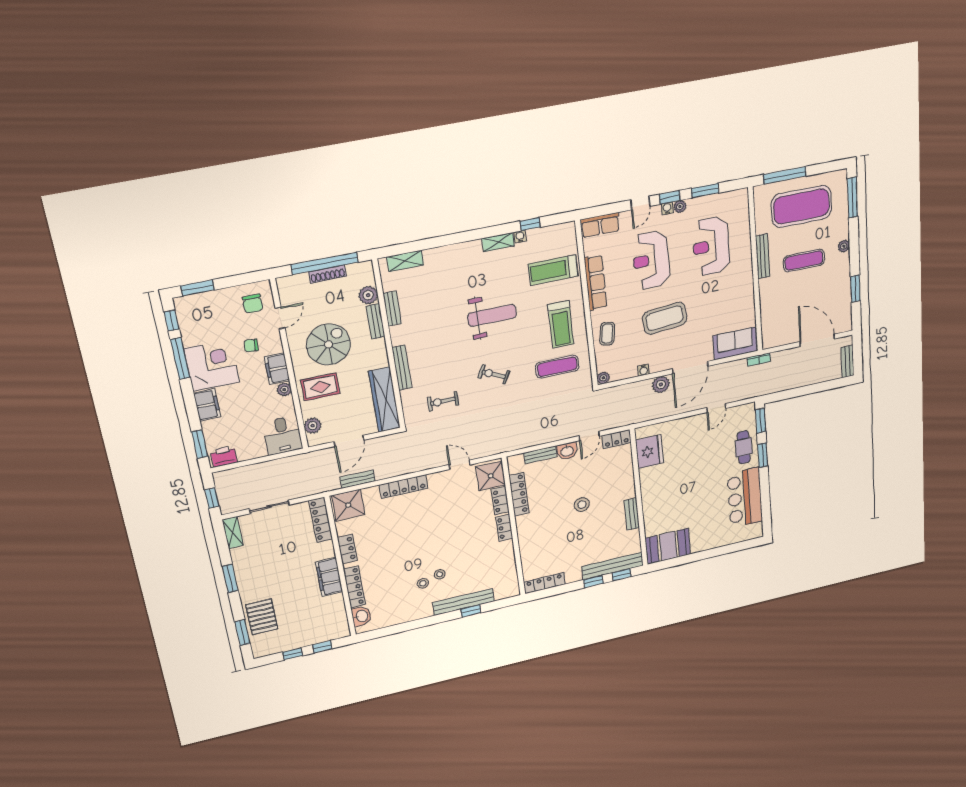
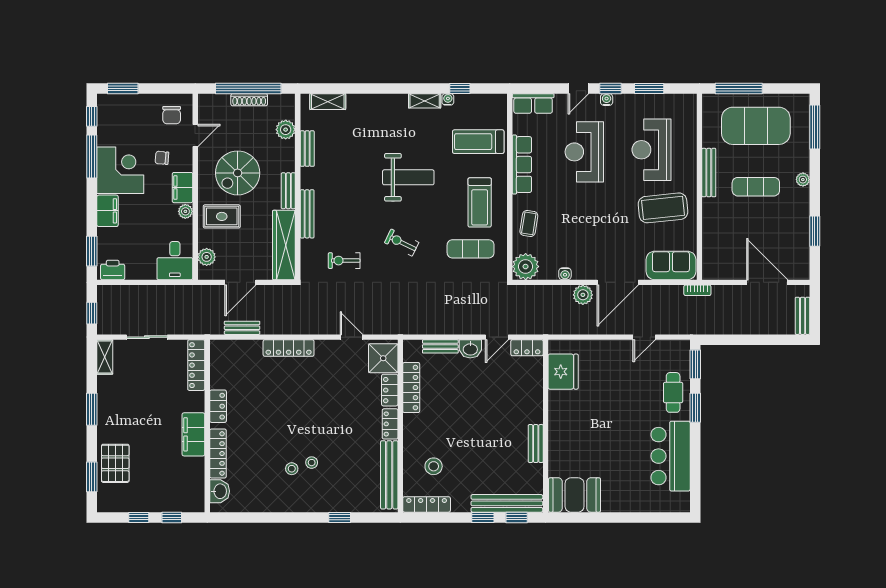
plant: (680, 206) -> (621, 100), removed
coffee table: (665, 318) -> (663, 208), moved
bench: (375, 321) -> (288, 191), moved
spiral stairs: (328, 344) -> (238, 173), turned 180
plant: (603, 378) -> (526, 267), width x1.88, depth x1.88
shower: (348, 505) -> (228, 355), removed
stool: (582, 505) -> (434, 466), moved
bench: (463, 602) -> (389, 475), moved, turned 90

